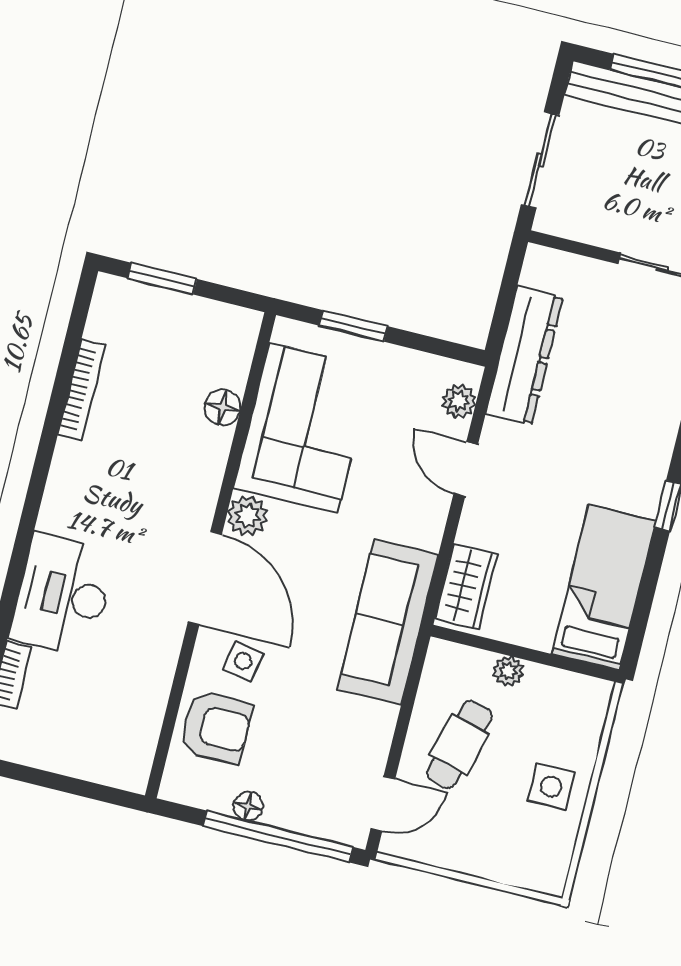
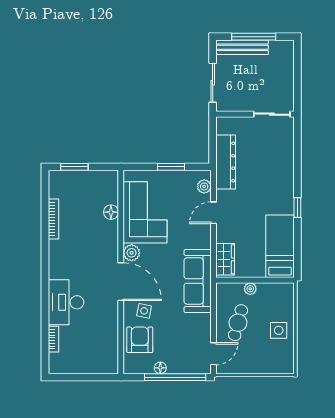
window: (353, 326) -> (171, 167), moved
door: (466, 469) -> (214, 213), hinge flipped
armchair: (216, 727) -> (140, 340), turned -90

